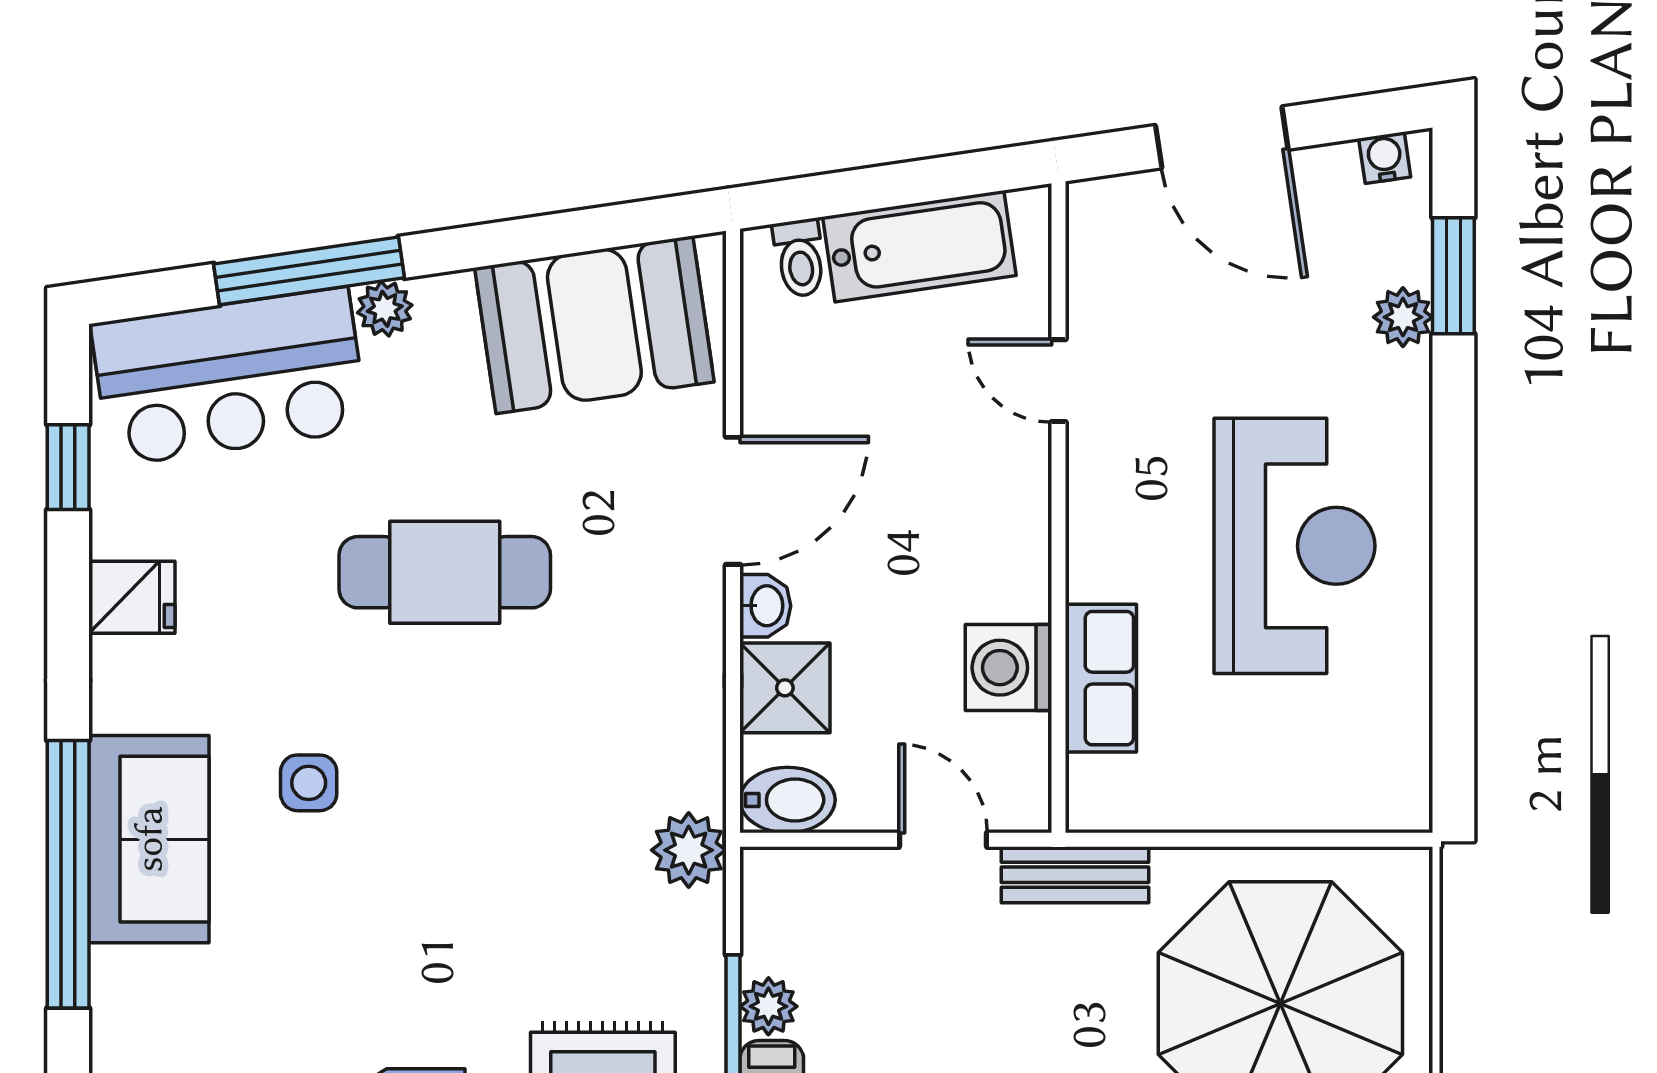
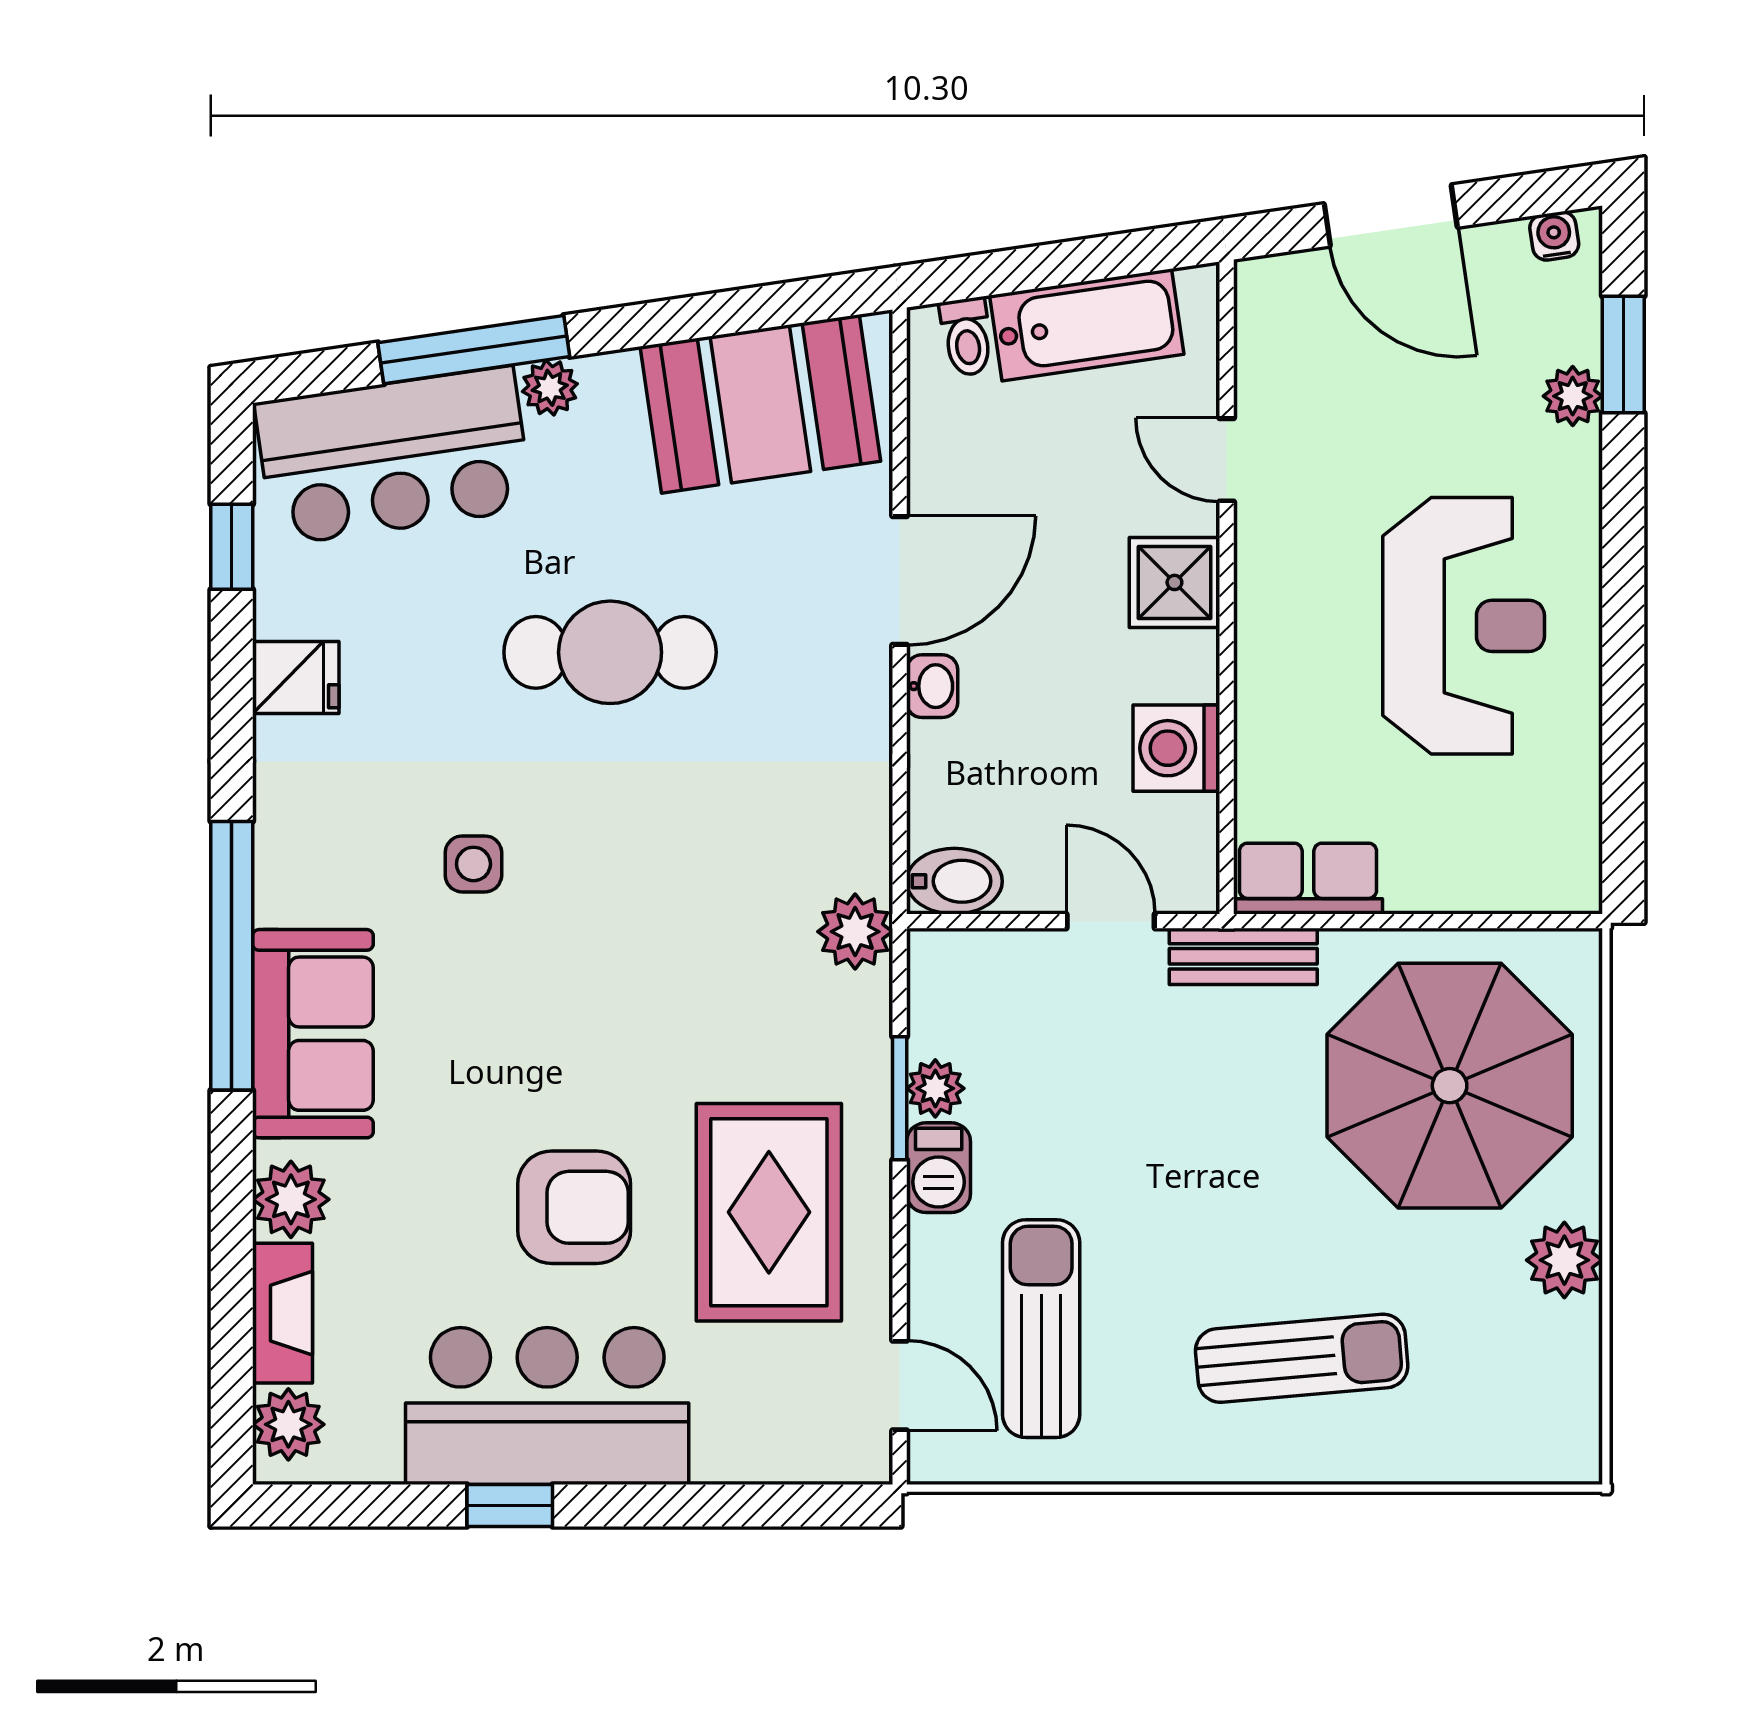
row of seats: (1101, 678) -> (1308, 879), moved, turned -90
shower: (785, 688) -> (1174, 582), moved
sofa: (149, 839) -> (313, 1034), moved

